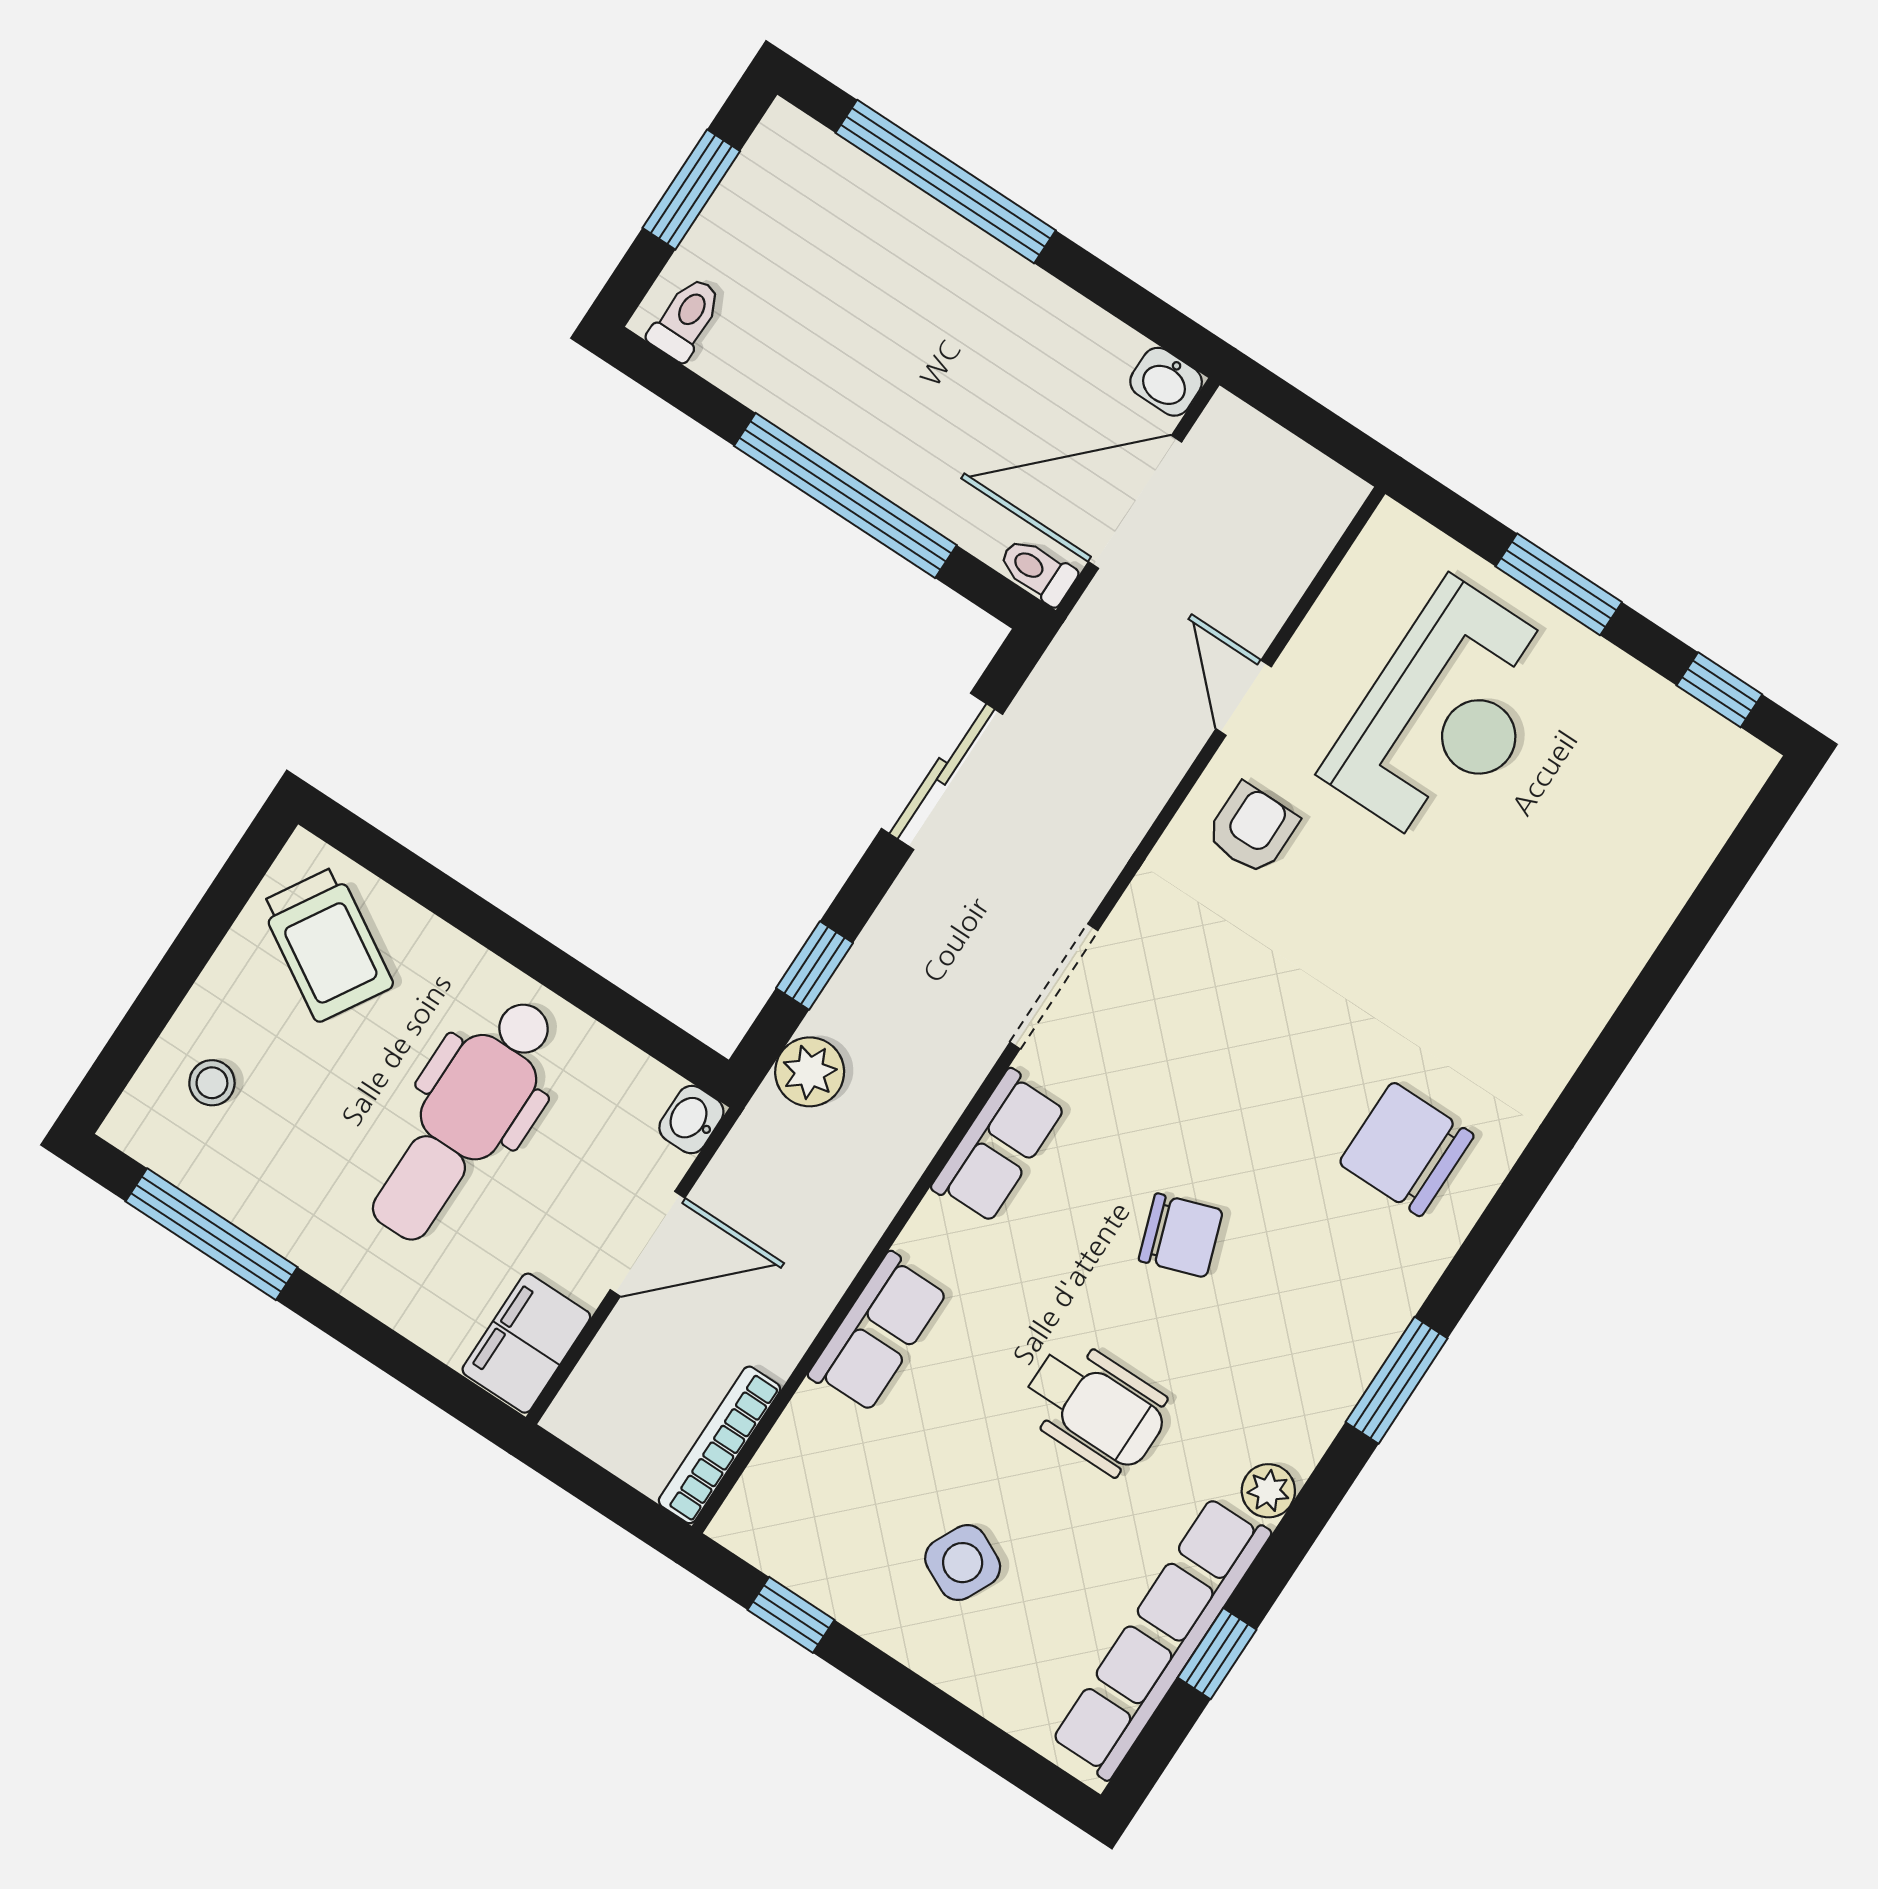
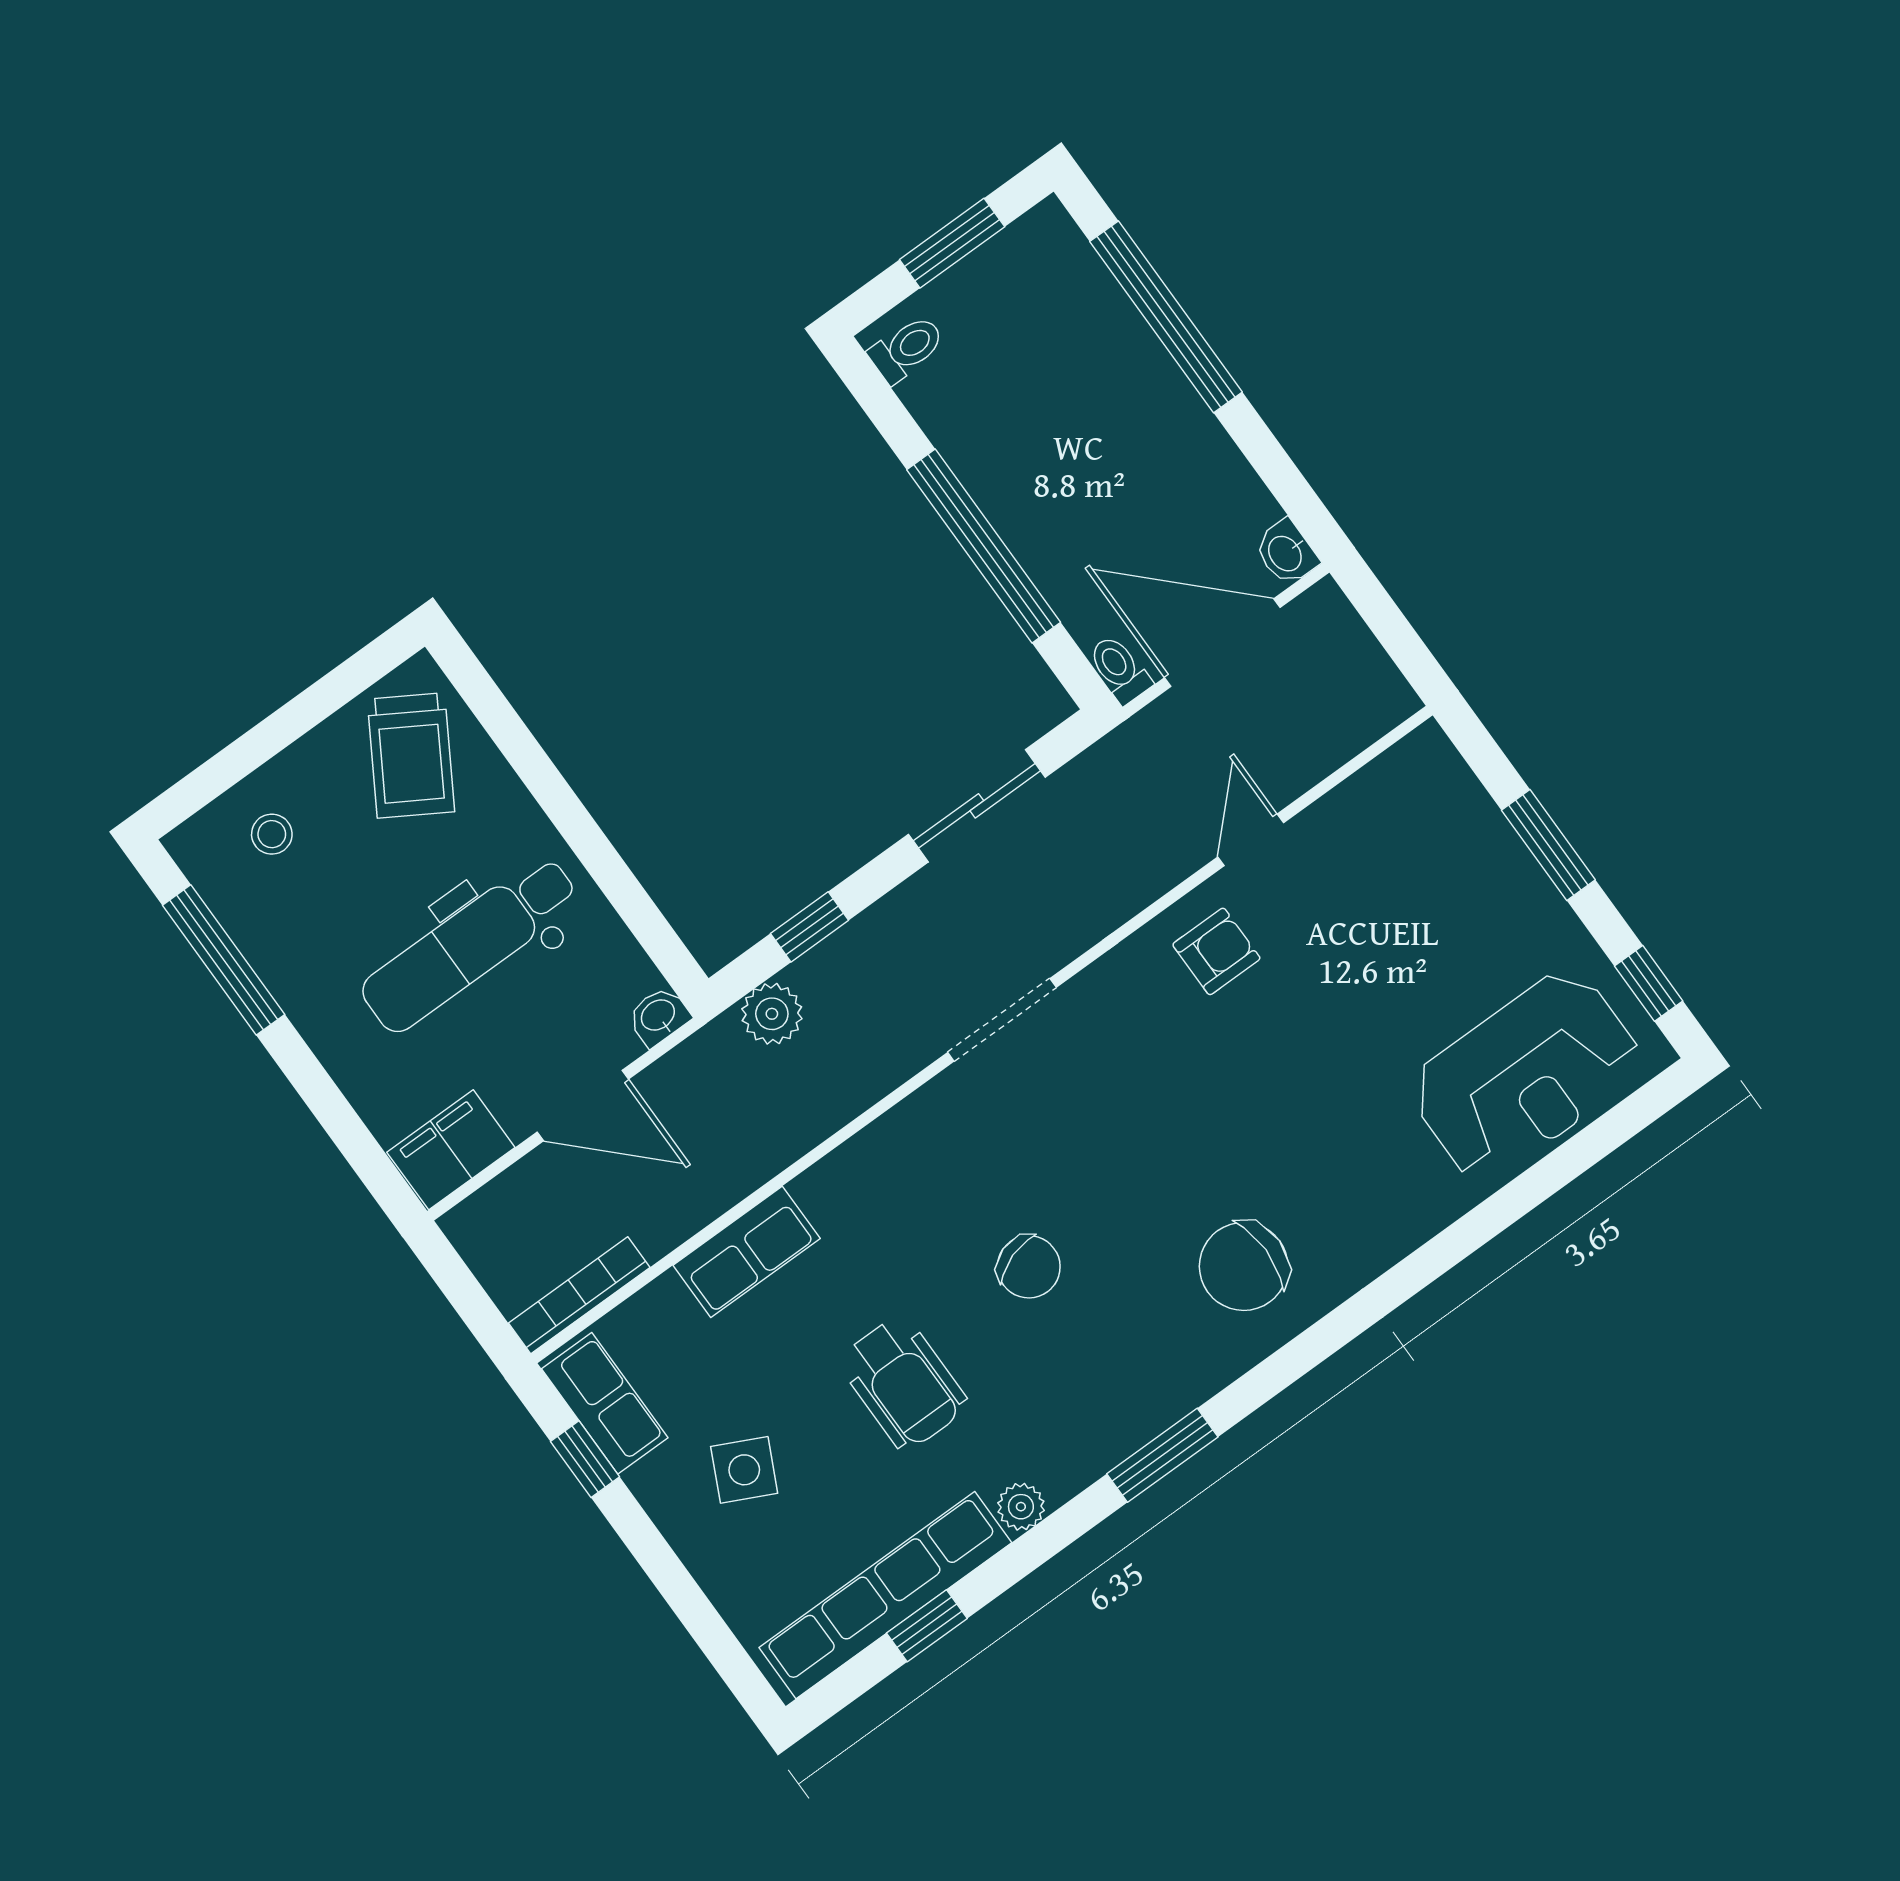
reception desk: (1445, 715) -> (1526, 1075), moved
row of seats: (999, 1146) -> (605, 1403), moved, turned -90
chair: (1407, 1149) -> (1244, 1266), turned -90

